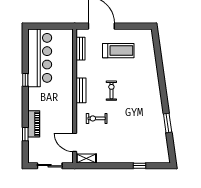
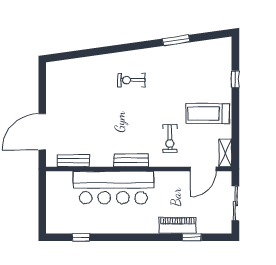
treadmill: (118, 51) -> (208, 114), moved, turned -90
bar counter: (40, 58) -> (113, 188), moved, turned 180
window: (25, 80) -> (81, 237), moved
exercise bike: (111, 91) -> (131, 80), moved

